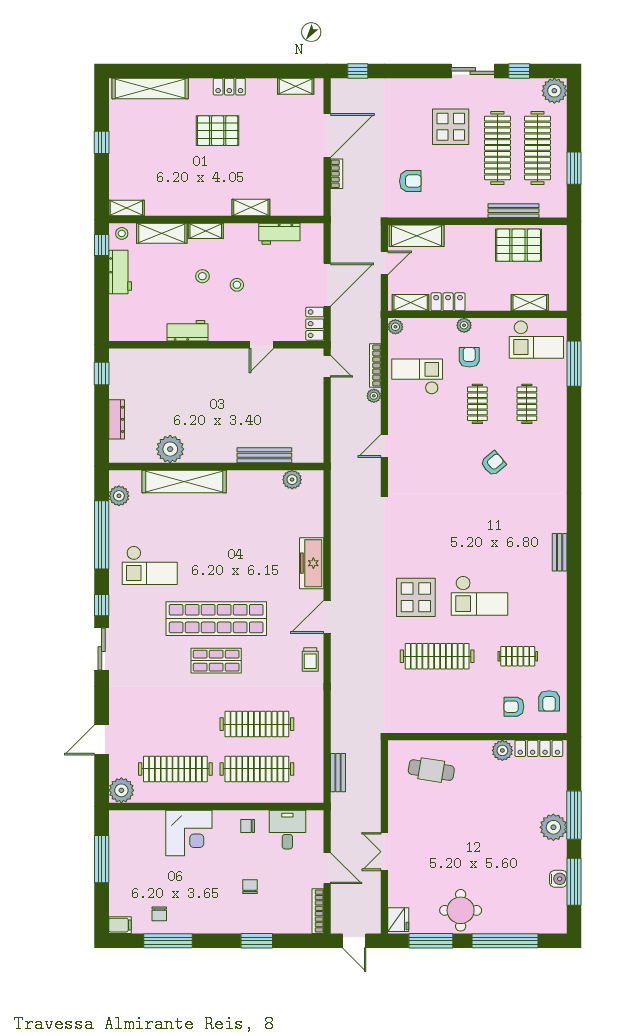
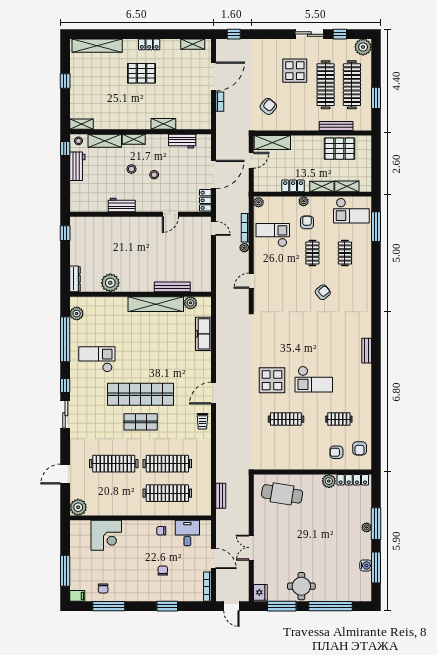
armchair: (410, 181) -> (268, 106), turned -50
shelving: (411, 303) -> (322, 186), moved
dresser: (117, 419) -> (75, 279), moved
shelving: (184, 481) -> (156, 304), moved
freezer: (312, 563) -> (203, 334), moved
checkout: (150, 565) -> (97, 359), turned 180
clothes rail: (437, 656) -> (286, 419), width x0.73, depth x0.76
clothes rail: (175, 769) -> (114, 464), moved
cafe table: (431, 770) -> (282, 494), width x1.37, depth x1.35
plant: (553, 827) -> (367, 527), width x0.53, depth x0.53
corner desk: (189, 833) -> (106, 535), moved
window: (102, 859) -> (65, 571), moved

